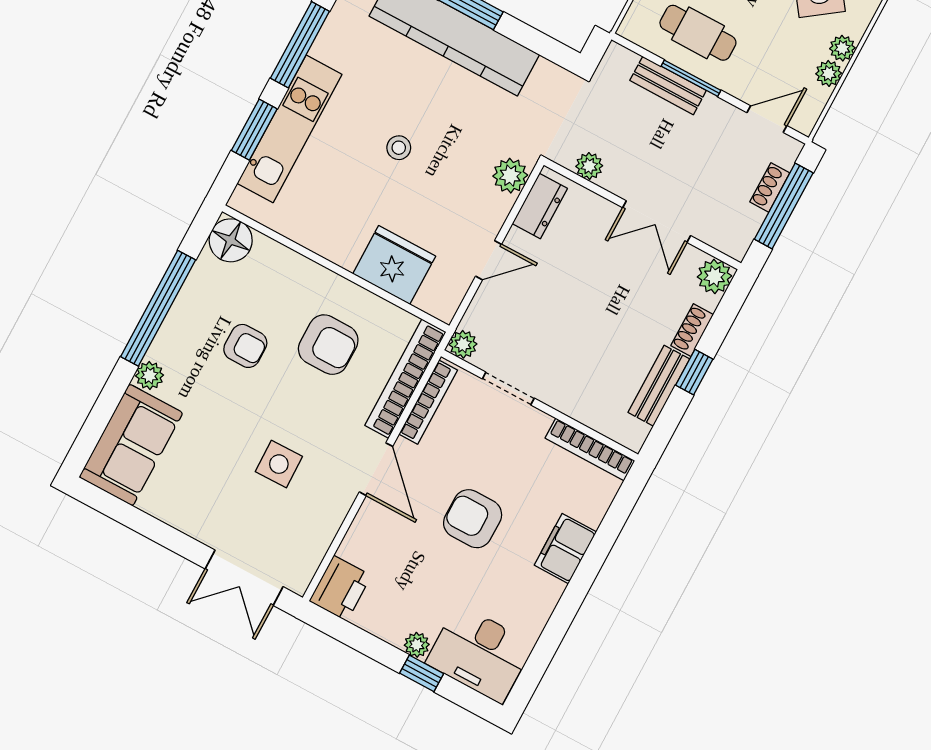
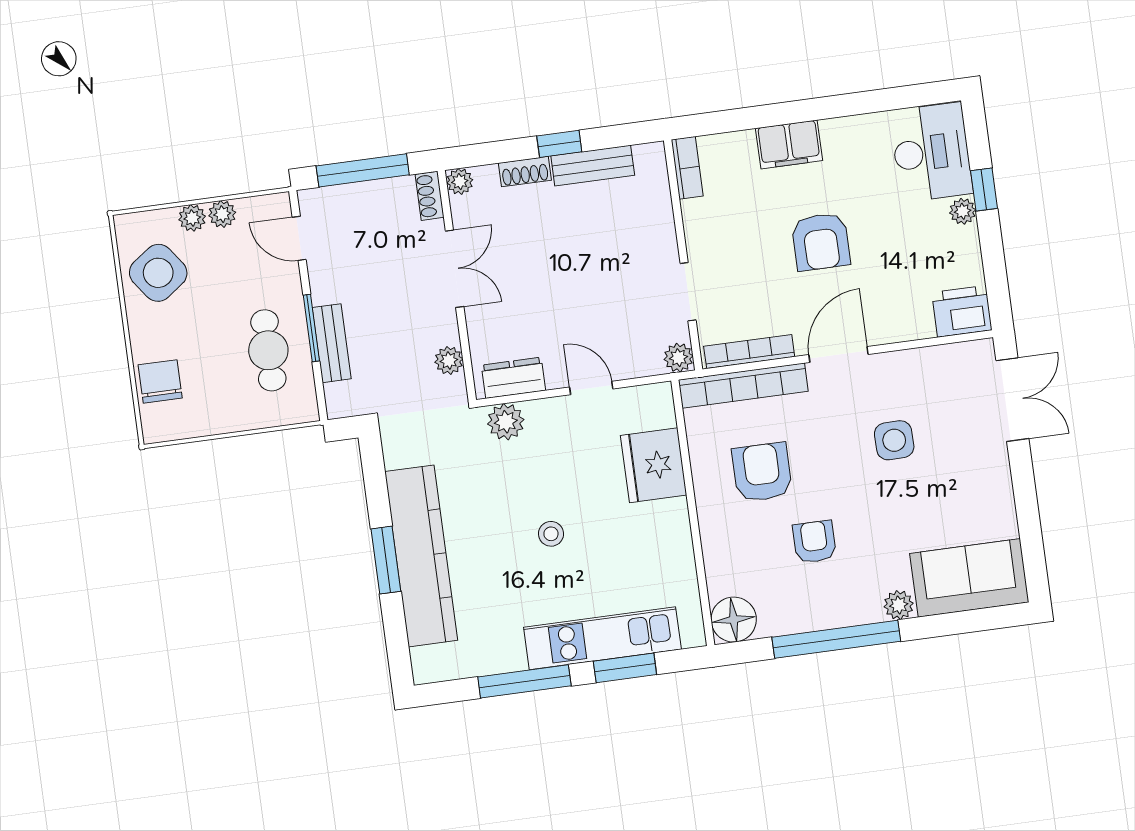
shoe rack: (770, 187) -> (430, 196), moved, turned 90
plant: (714, 276) -> (460, 181), width x0.73, depth x0.73
bookcase: (590, 449) -> (687, 168), width x0.64

